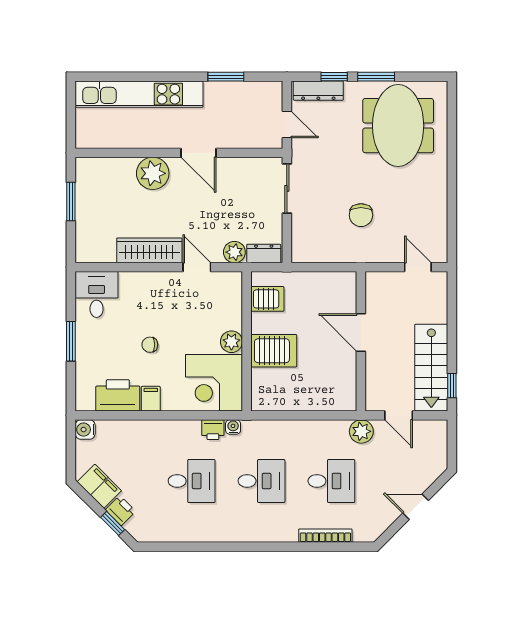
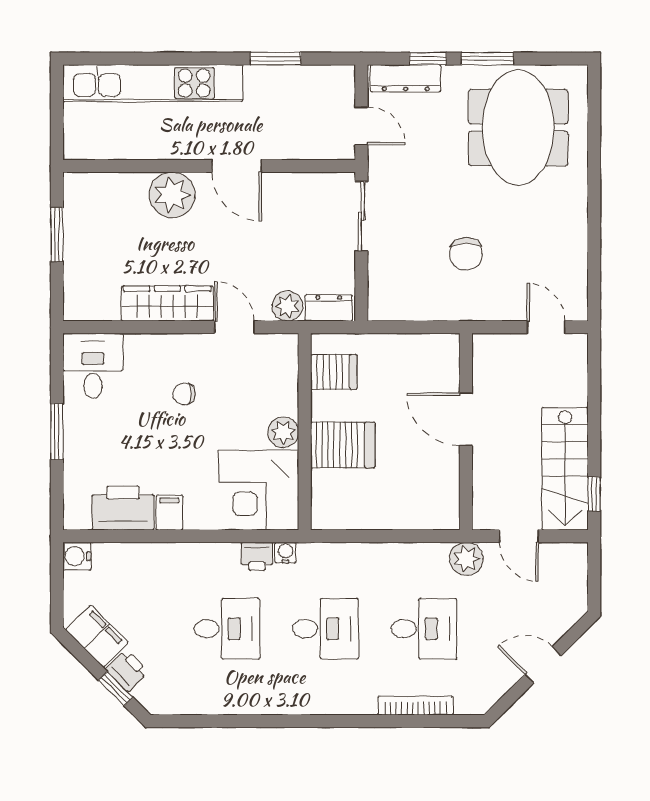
chair: (150, 345) -> (184, 394), moved

